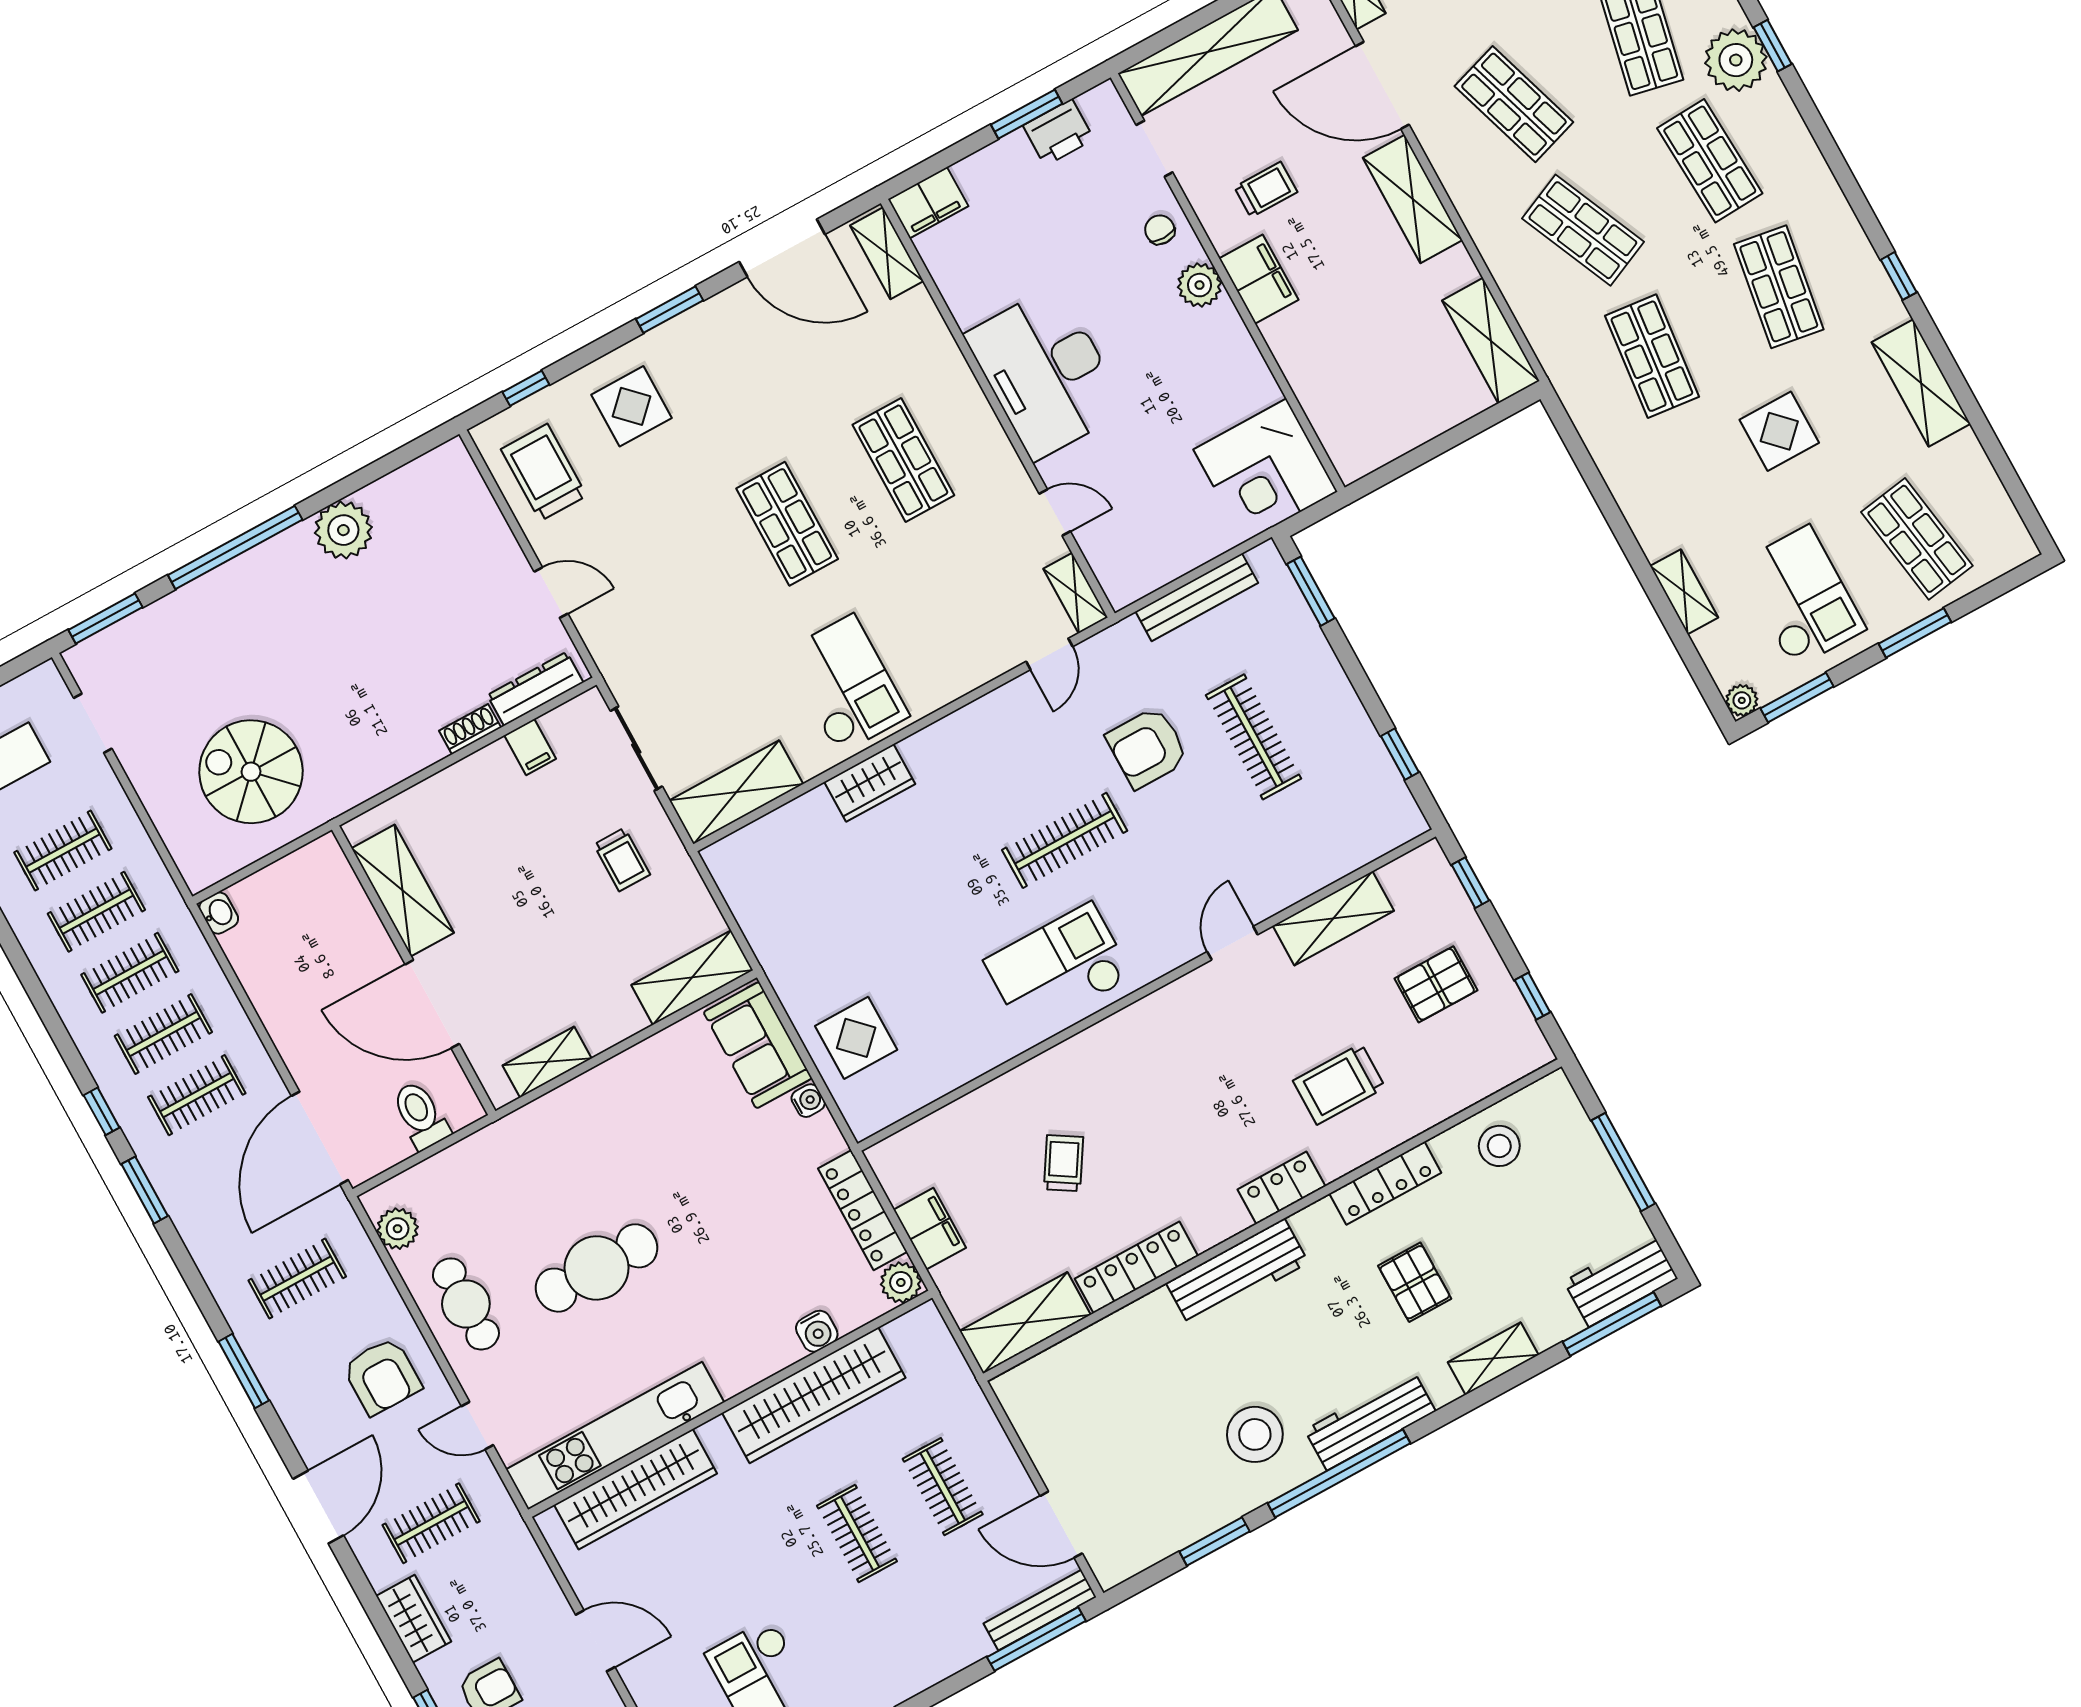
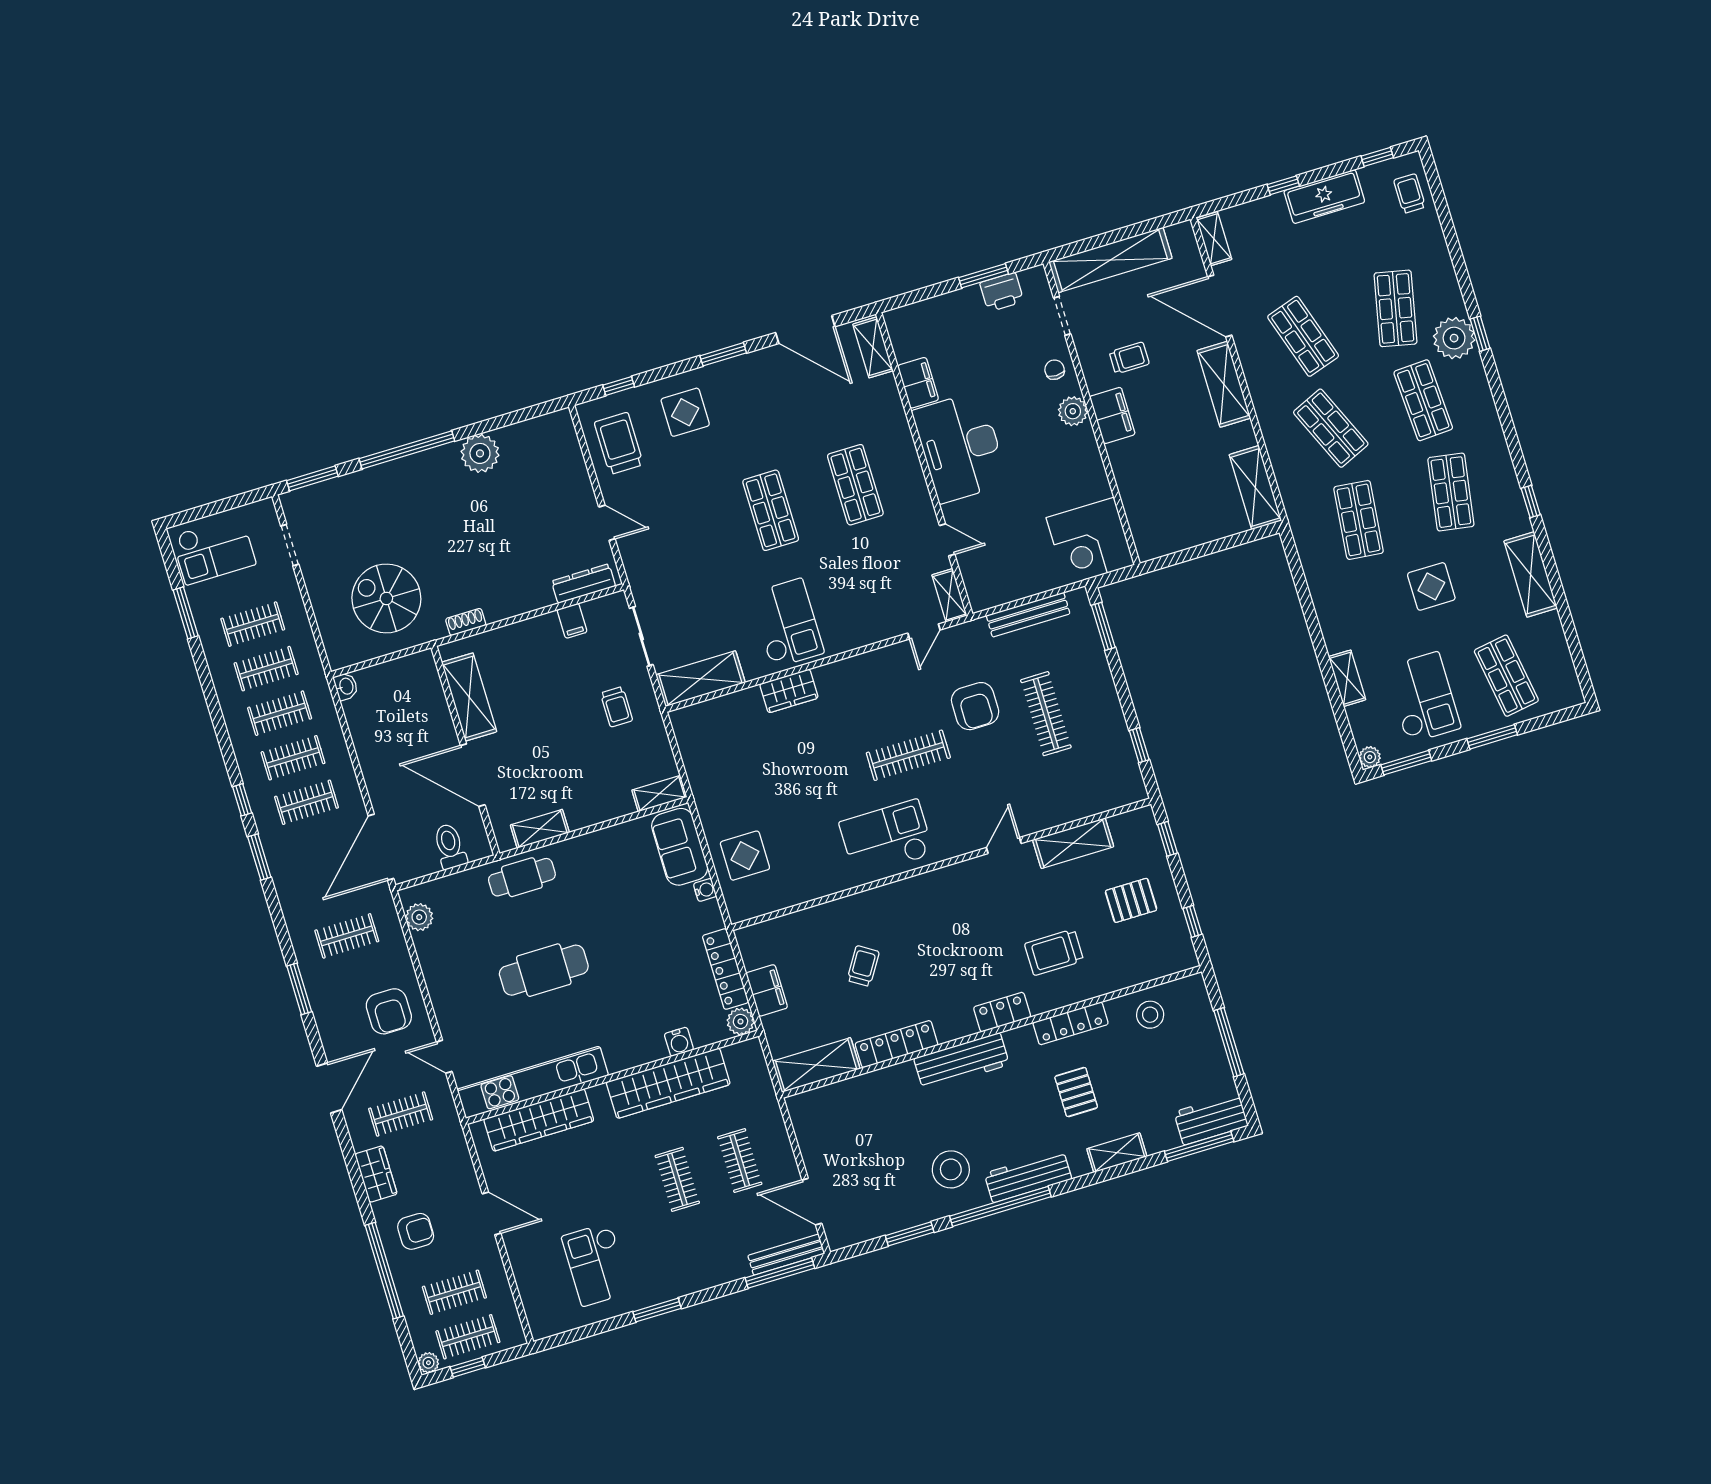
filing cabinet: (928, 203) -> (918, 383), moved, turned -90
shoe rack: (470, 729) -> (466, 622), moved
armchair: (1147, 748) -> (975, 706), turned -90
shelving: (692, 978) -> (659, 794), width x0.67, depth x0.75
cafe table: (466, 1304) -> (522, 877), moved, turned 90

